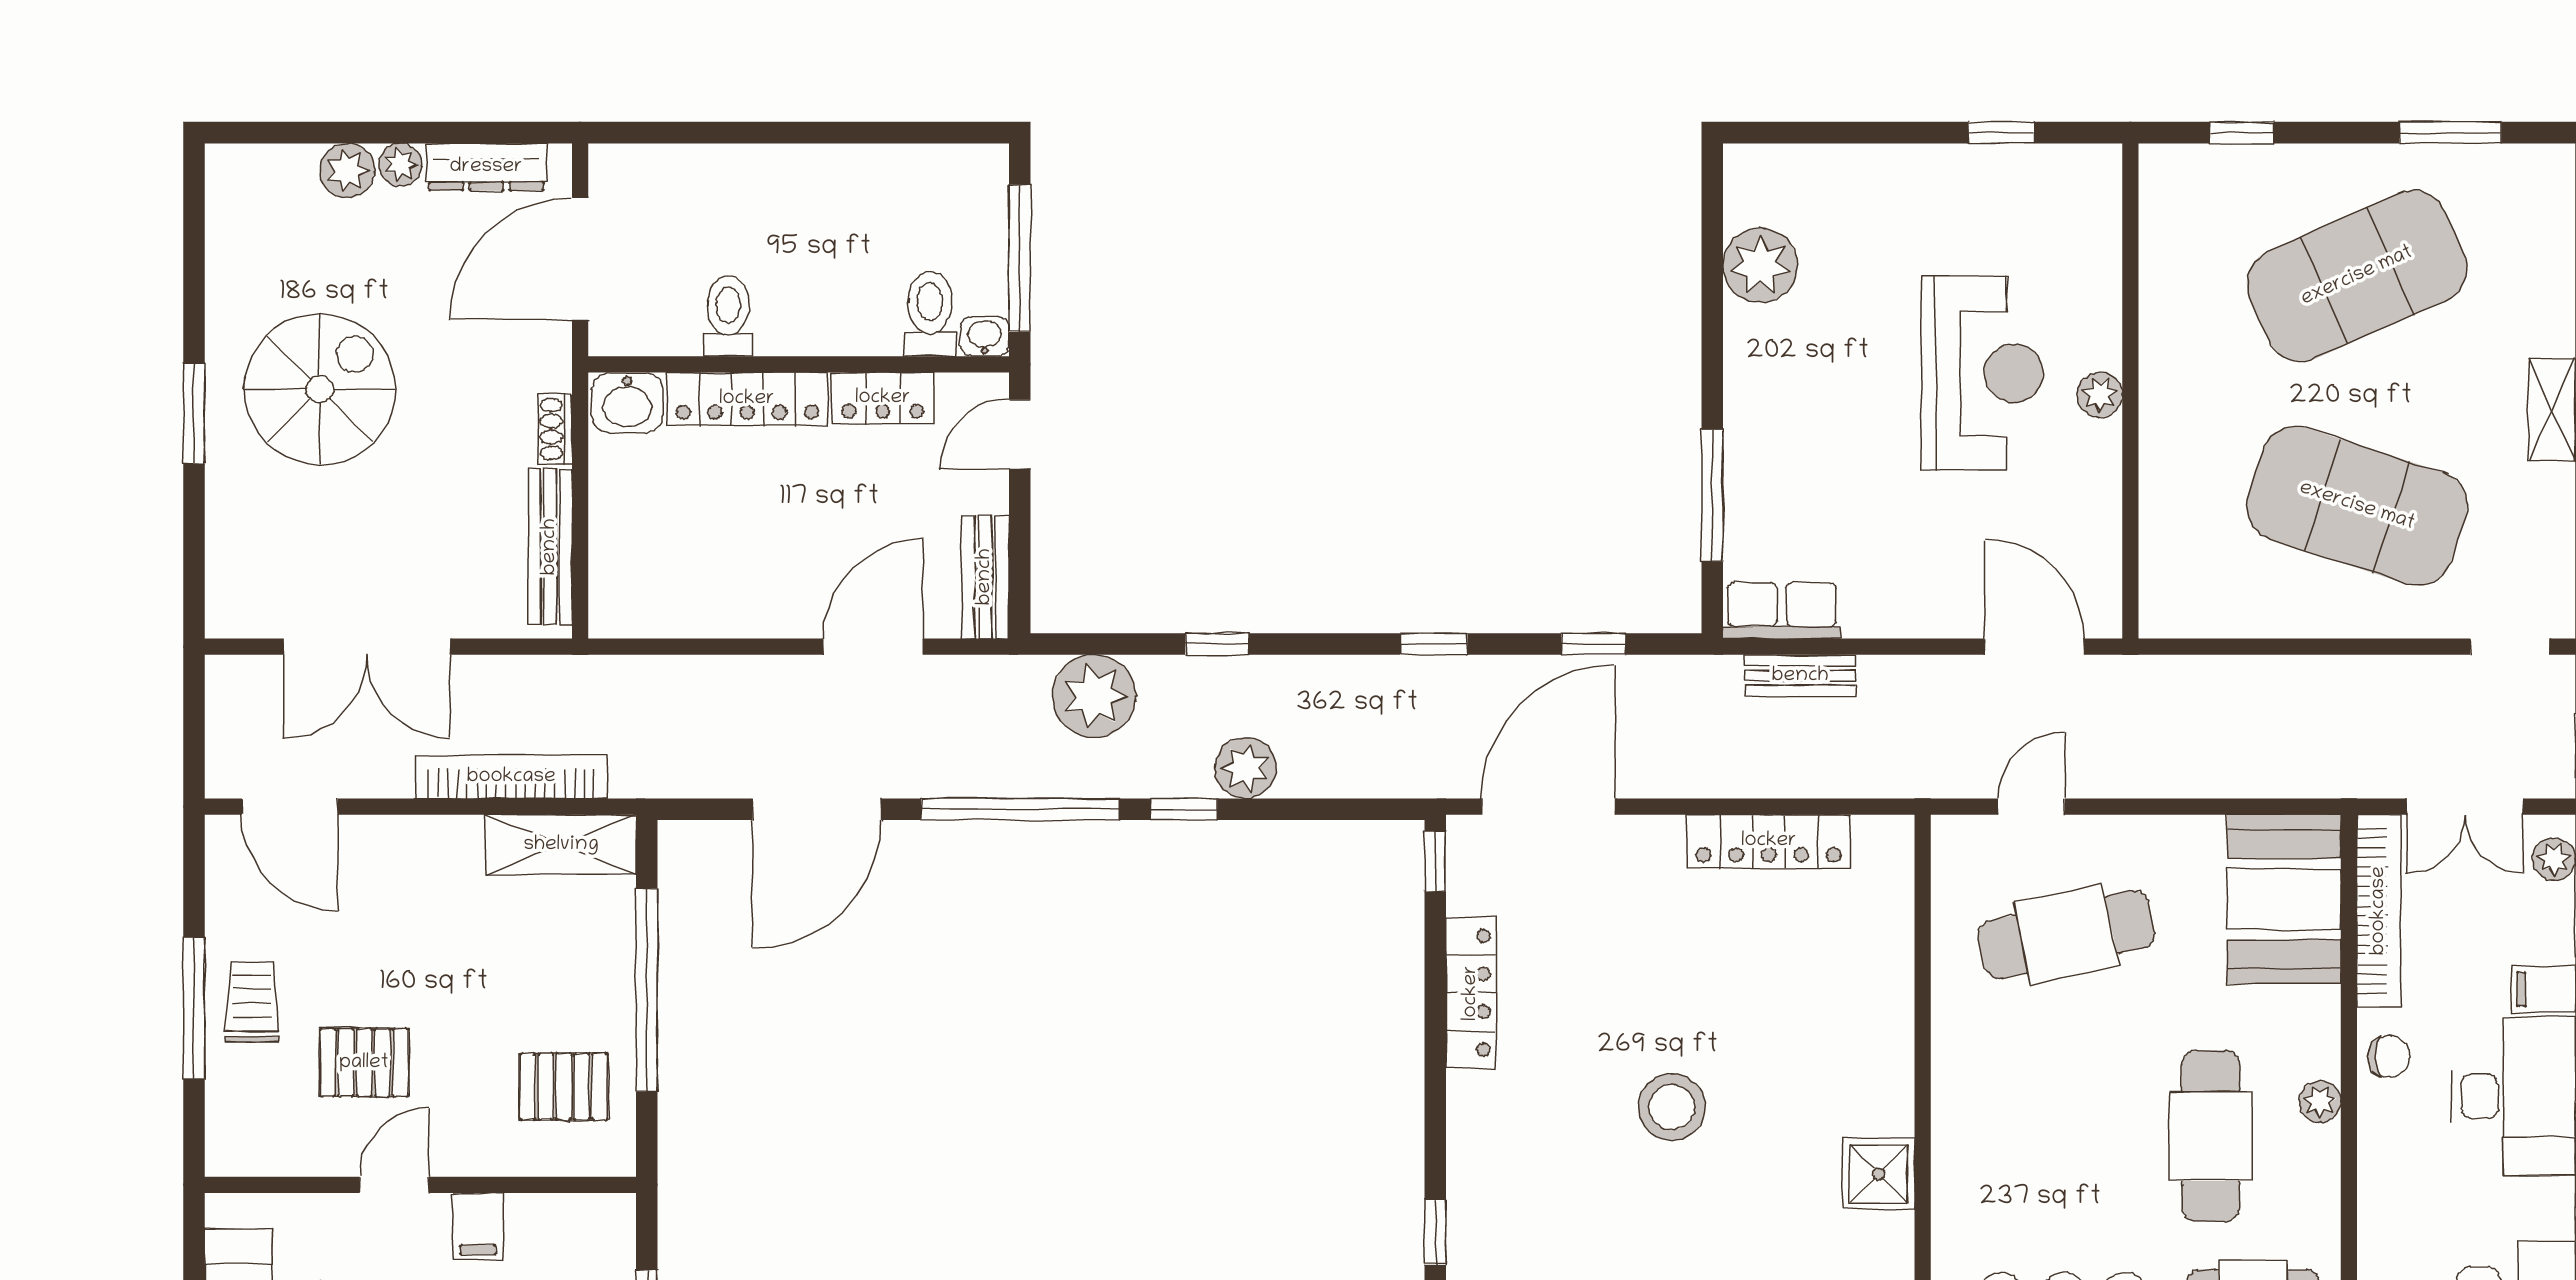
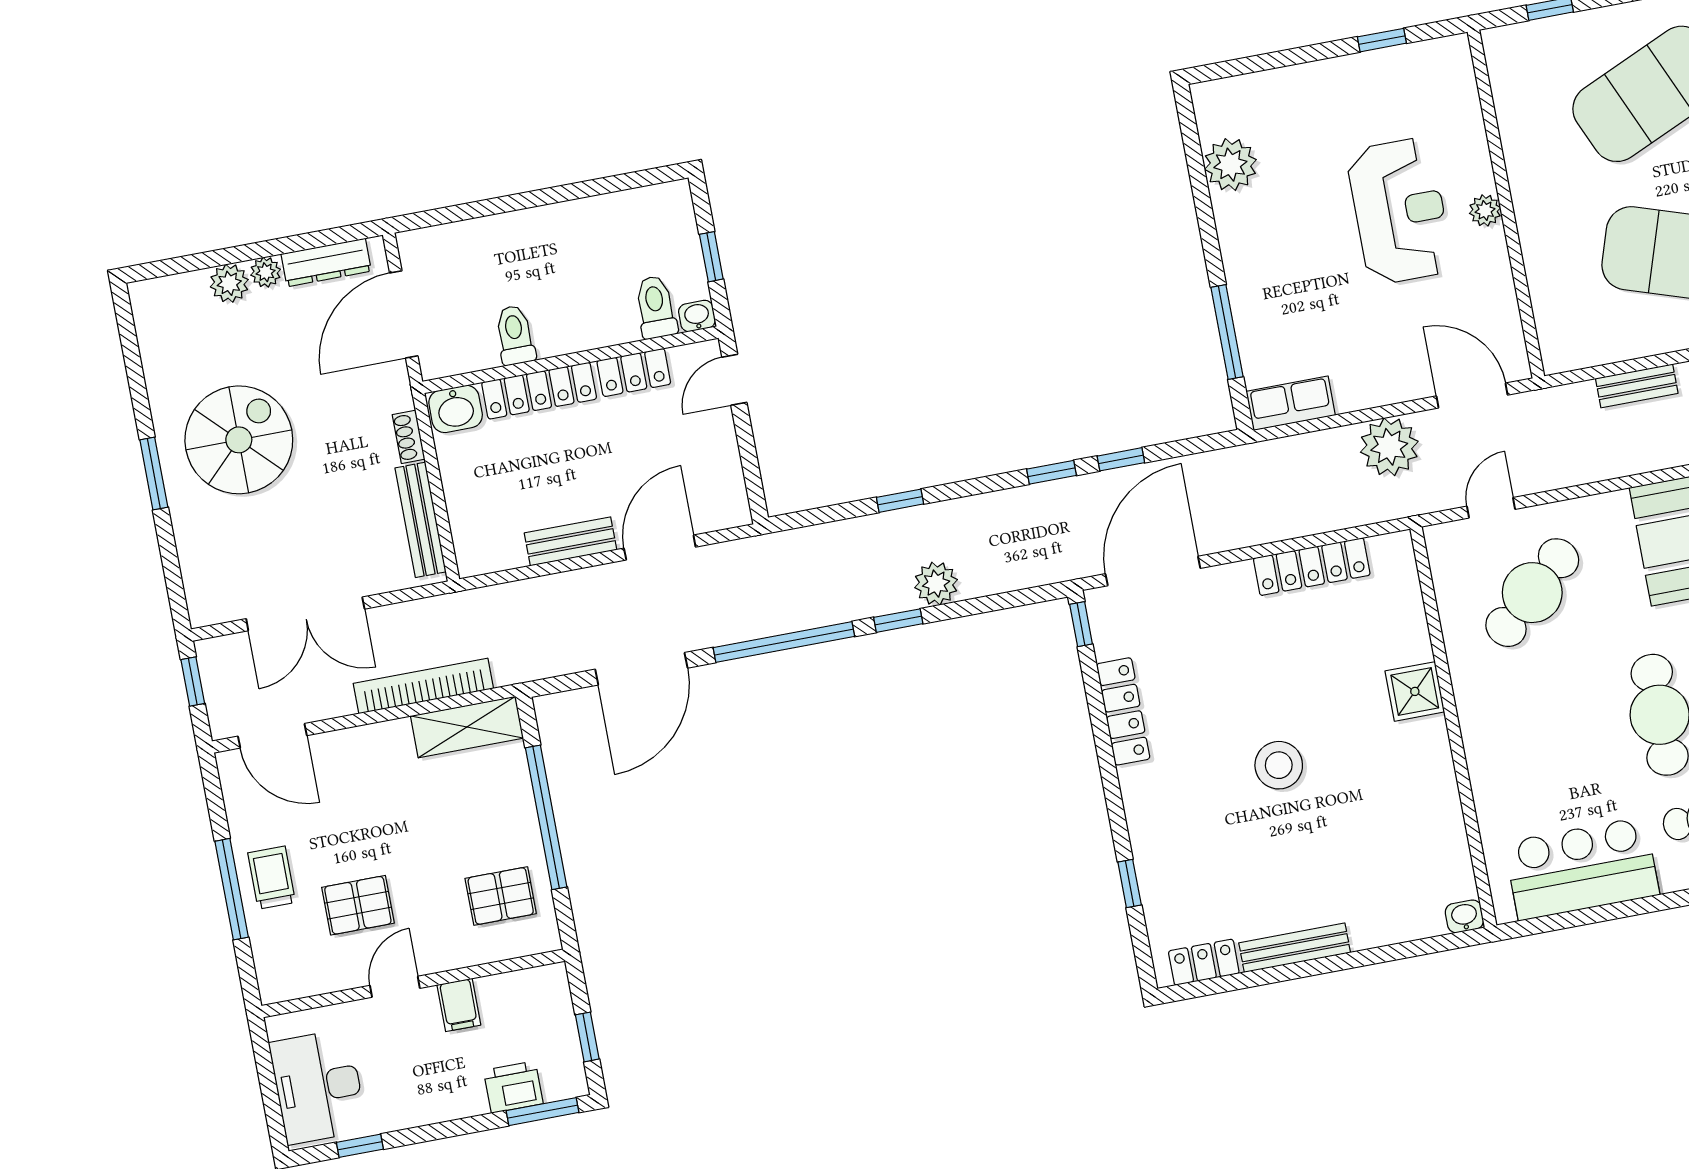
window: (1020, 258) -> (711, 257), width x0.46
bench: (985, 577) -> (571, 541), moved, turned 90
window: (1593, 644) -> (1121, 459), moved
bench: (1800, 676) -> (1637, 386), moved
plant: (1094, 696) -> (1389, 447), moved
window: (194, 711) -> (193, 681), added
cafe table: (2066, 934) -> (1532, 593), turned -30
shower: (1879, 1174) -> (1415, 691), moved

